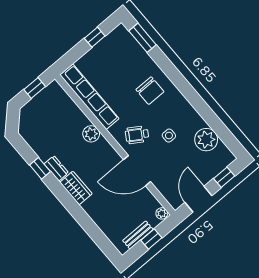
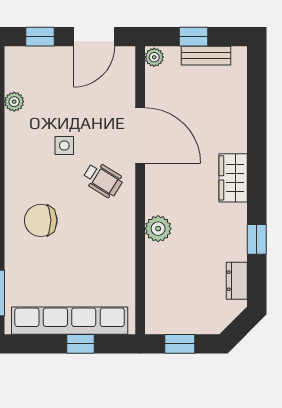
window: (95, 37) -> (80, 344), moved
chair: (150, 91) -> (41, 220), turned -90
row of seats: (89, 97) -> (70, 321), moved, turned 90
plant: (206, 140) -> (14, 102), width x0.53, depth x0.53
dresser: (56, 168) -> (237, 281), moved

